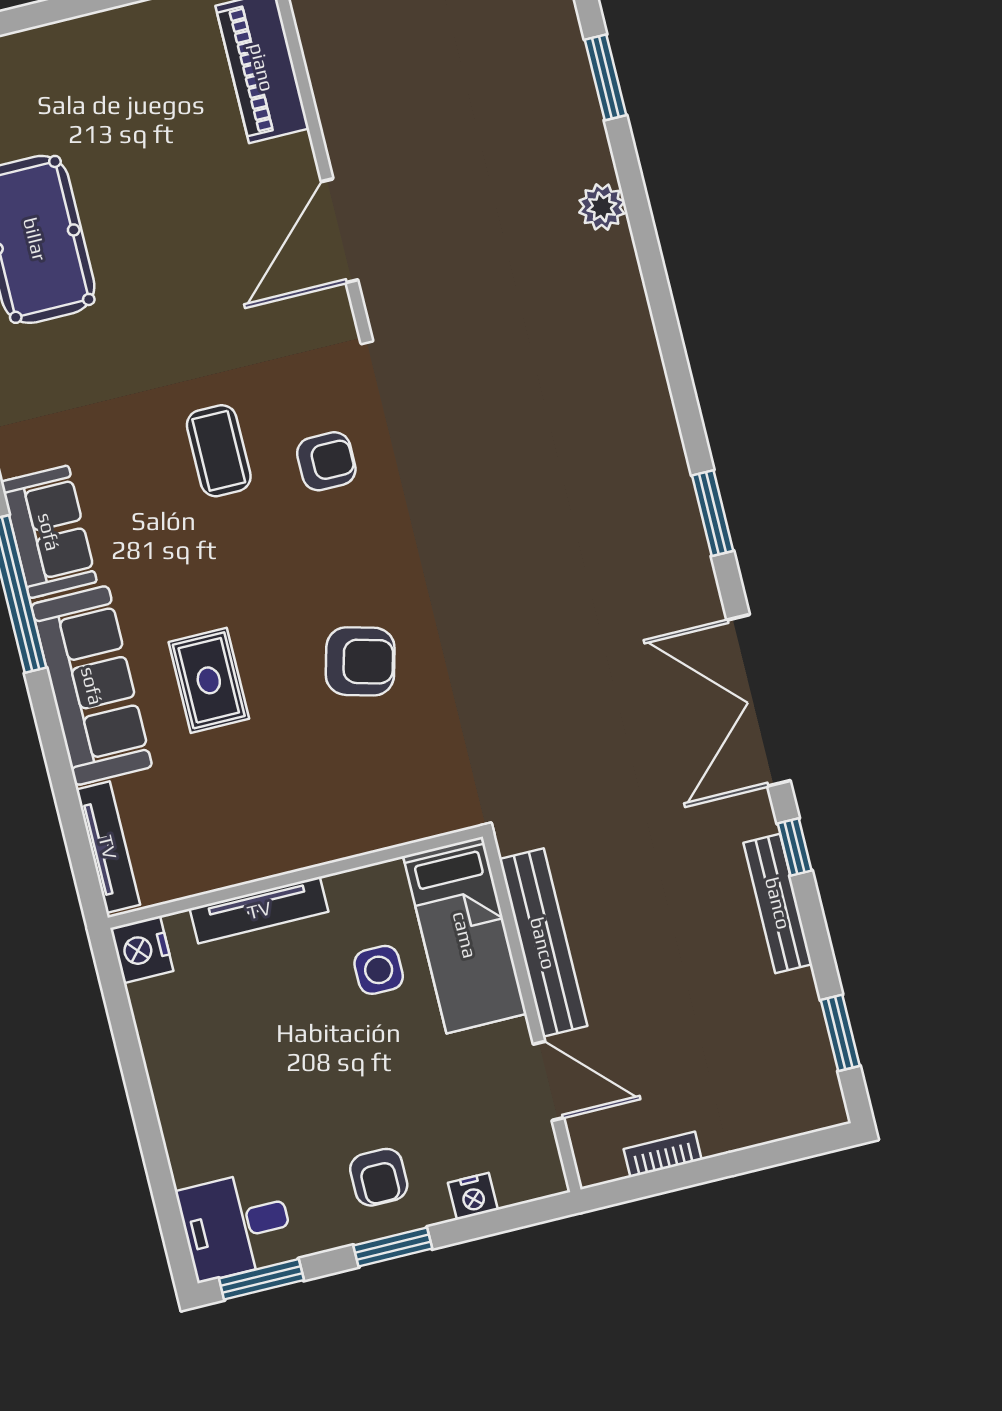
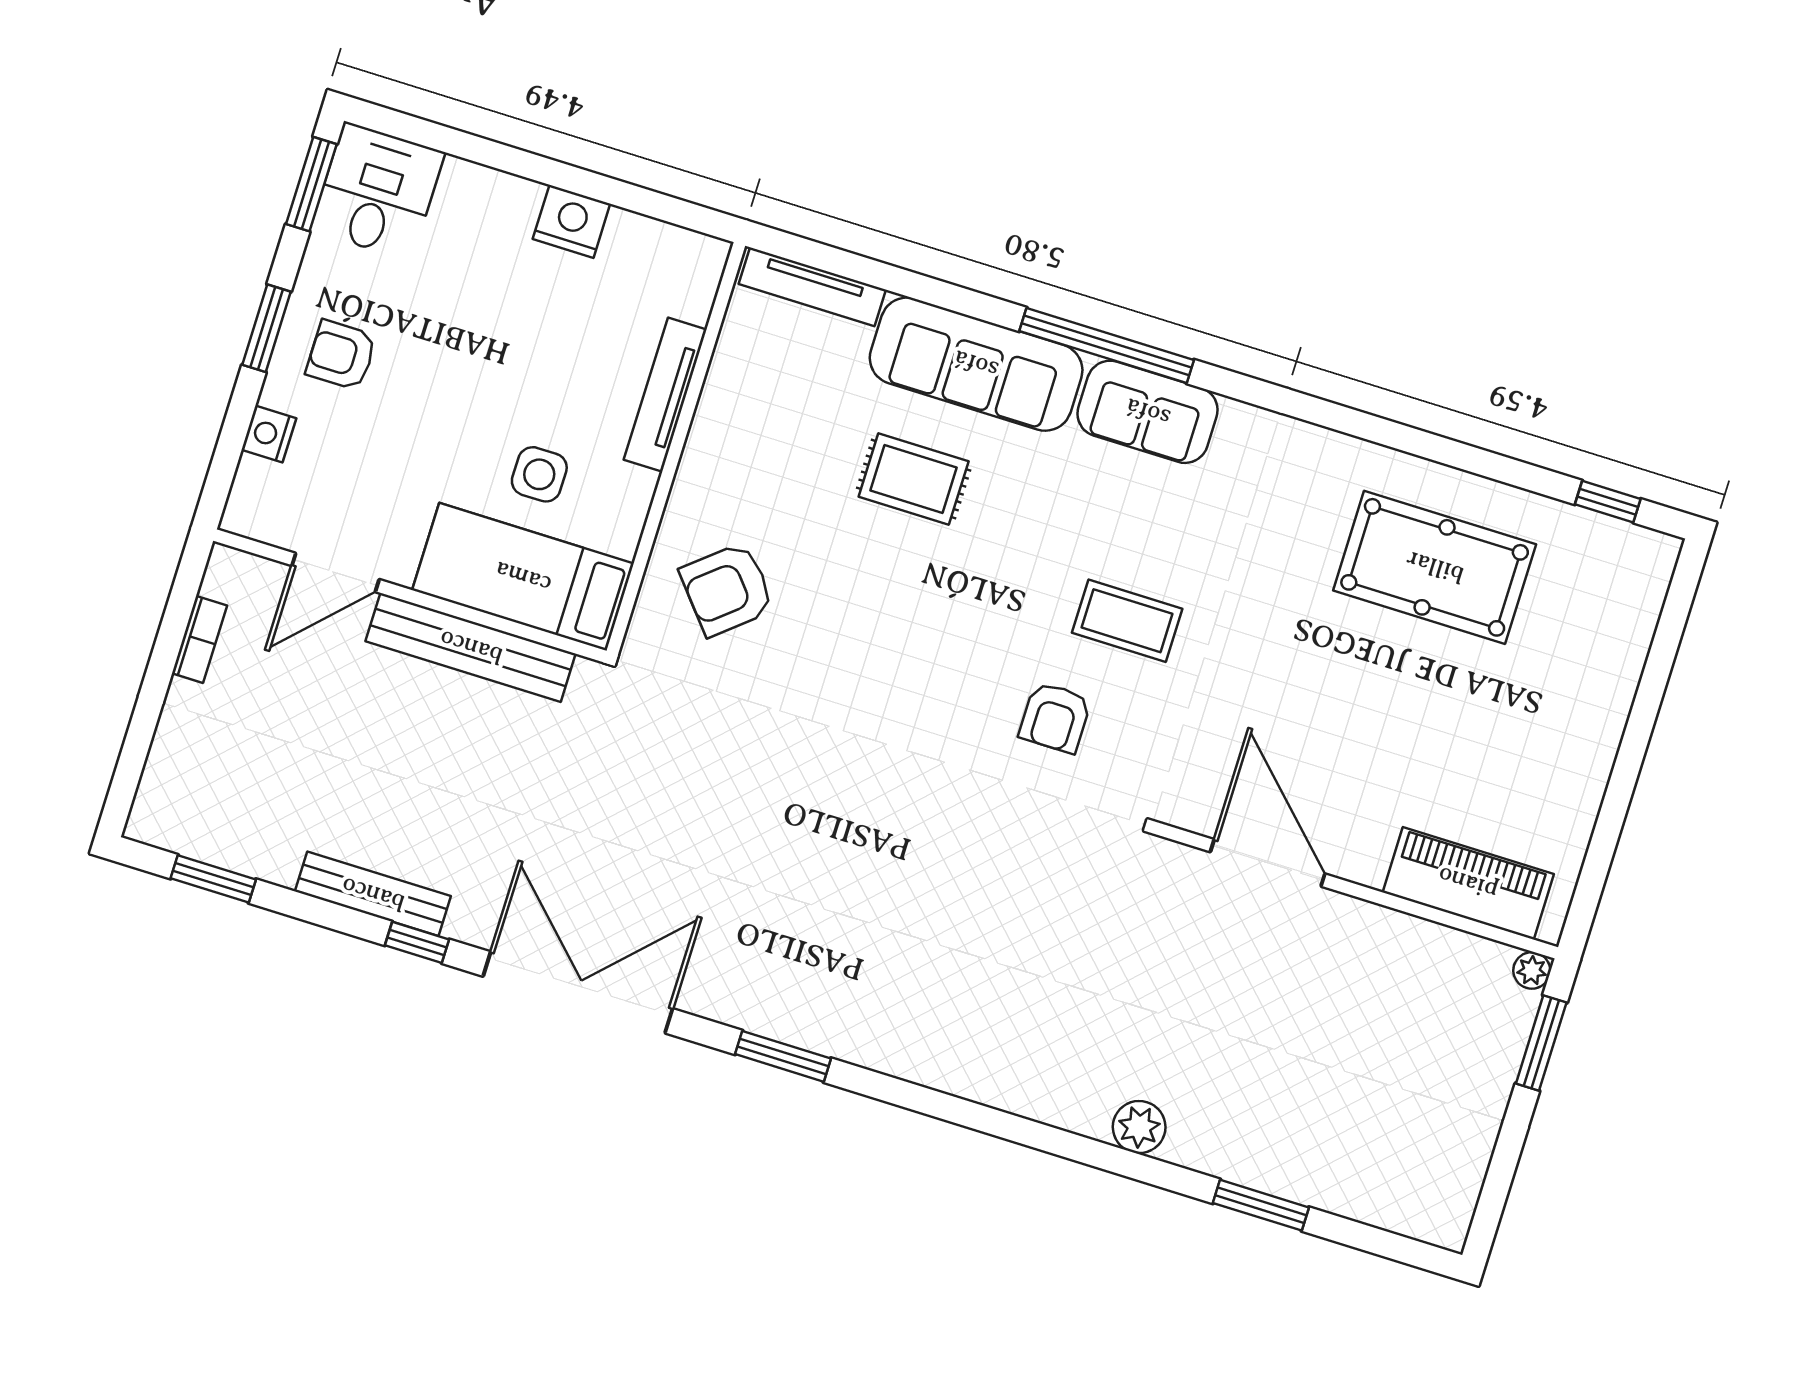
armchair: (360, 661) -> (727, 589), moved, turned 35
nightstand: (142, 950) -> (571, 221), moved

